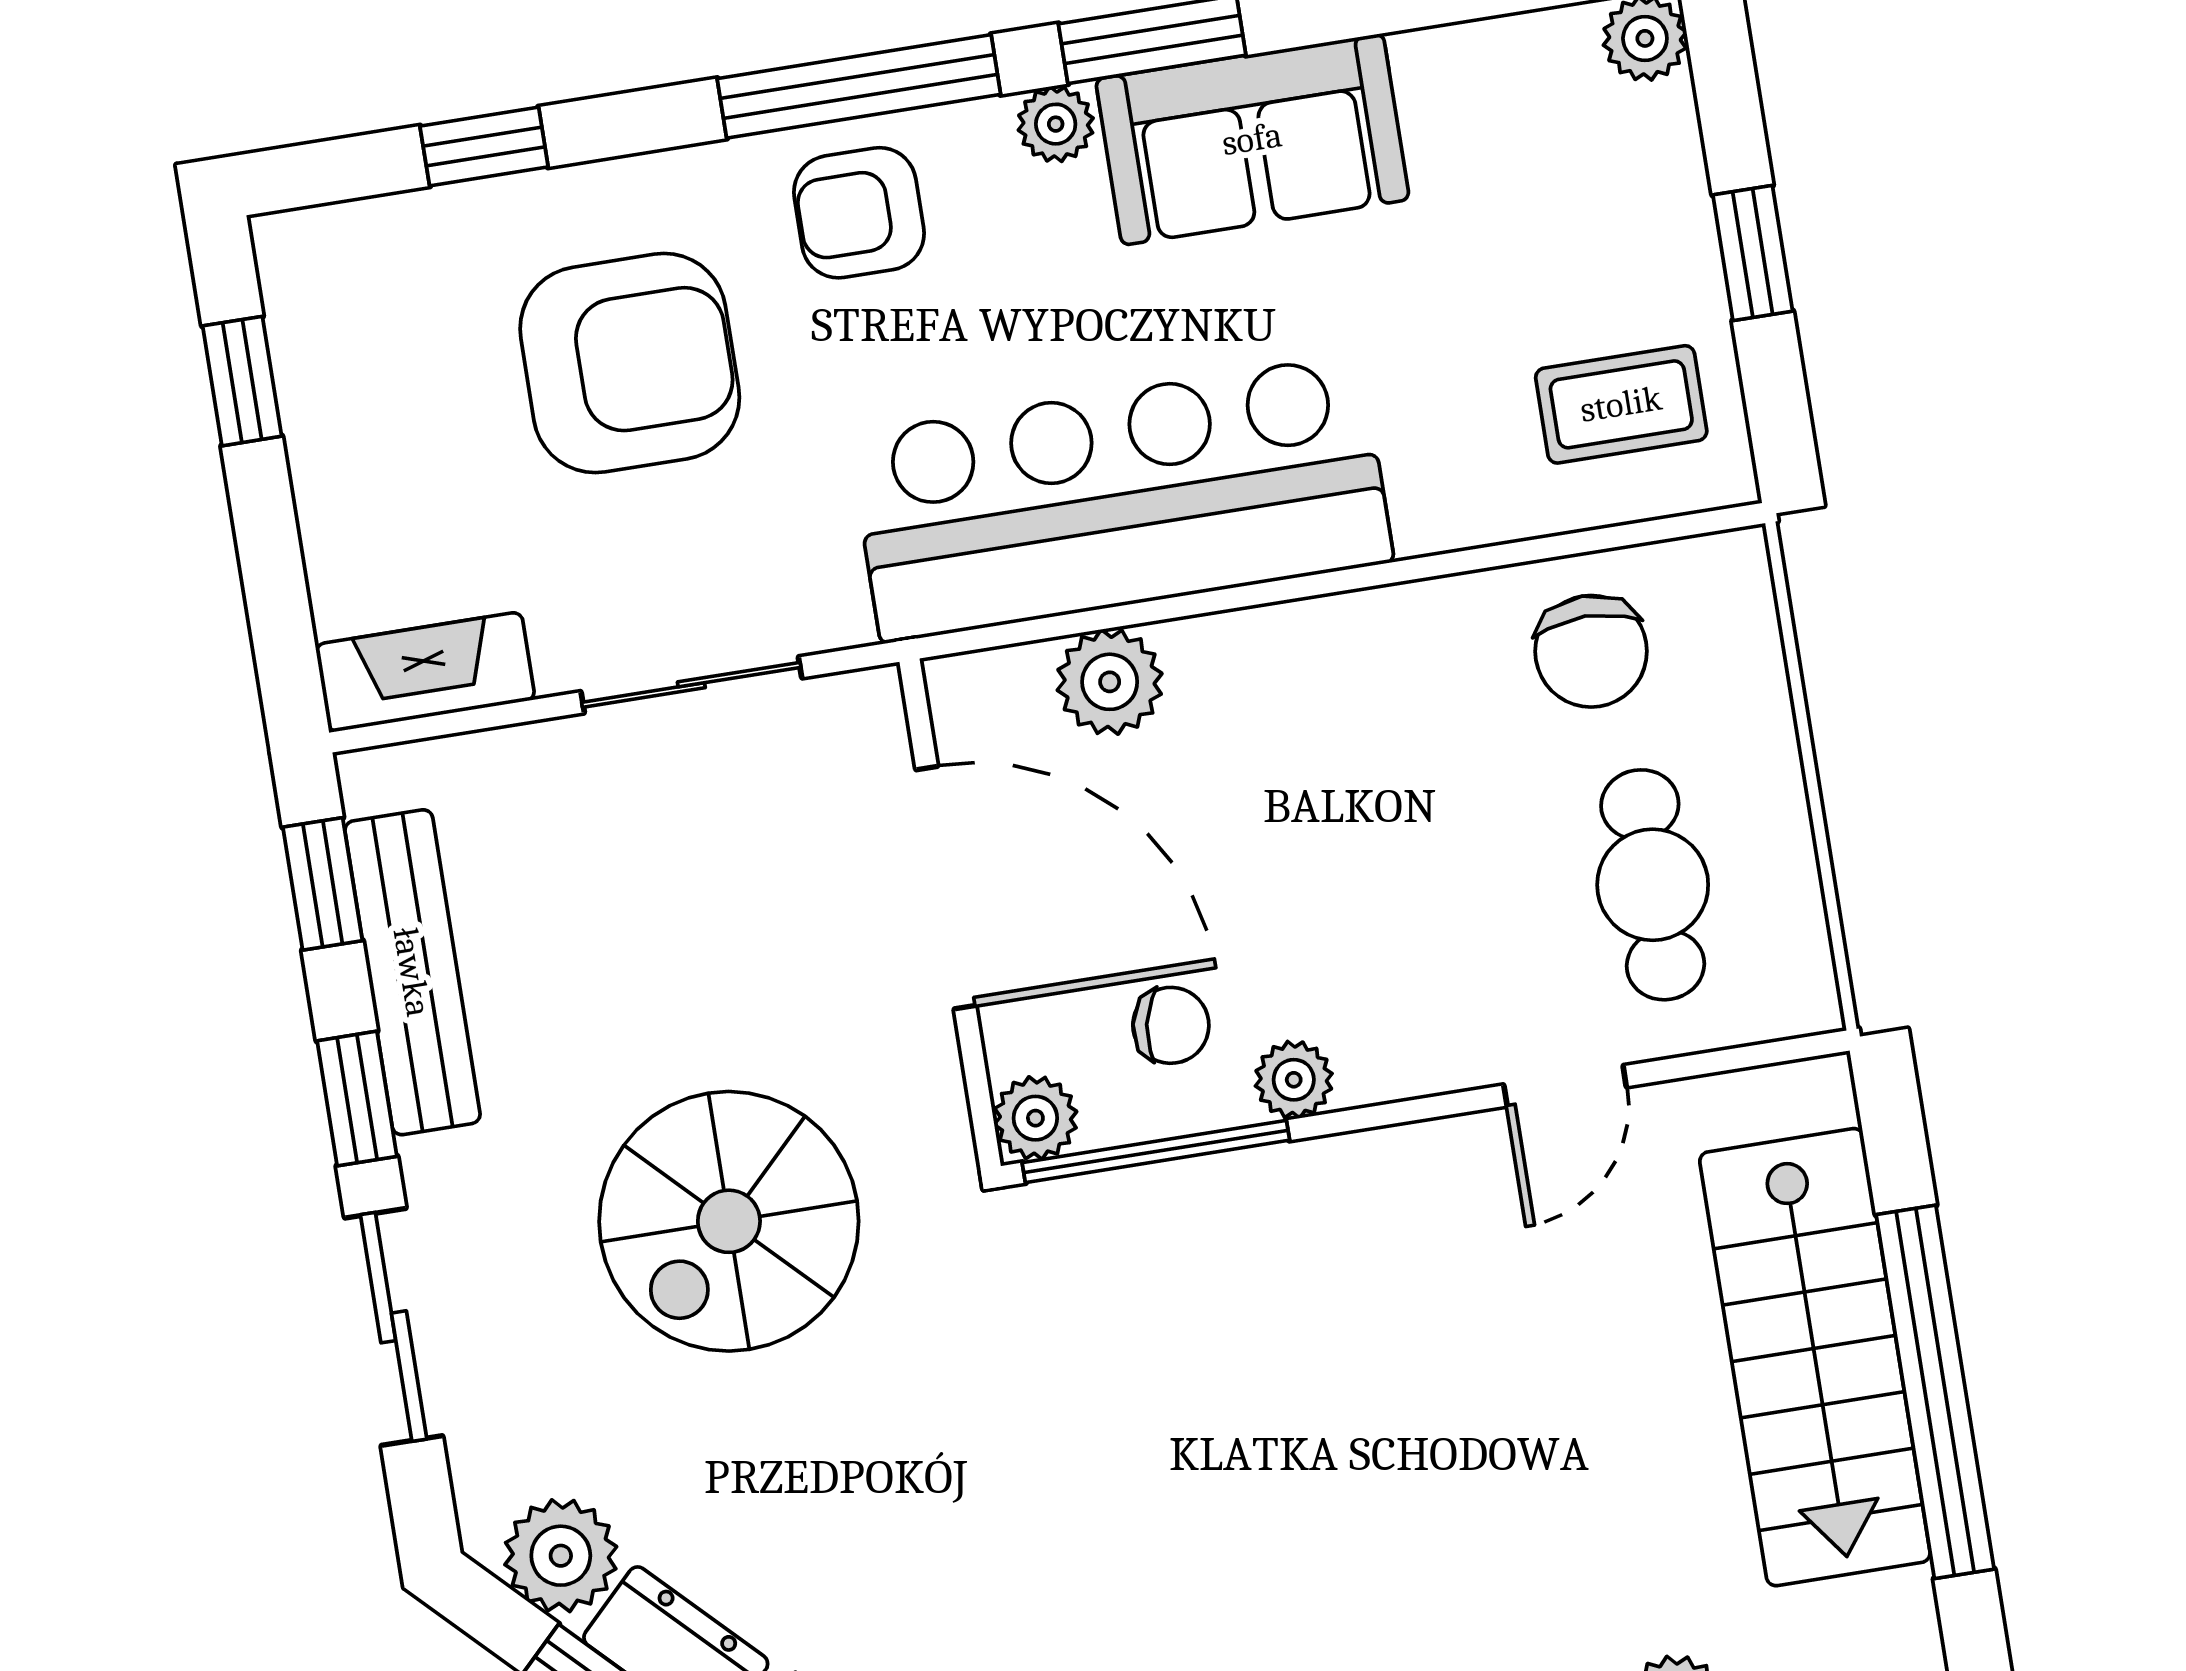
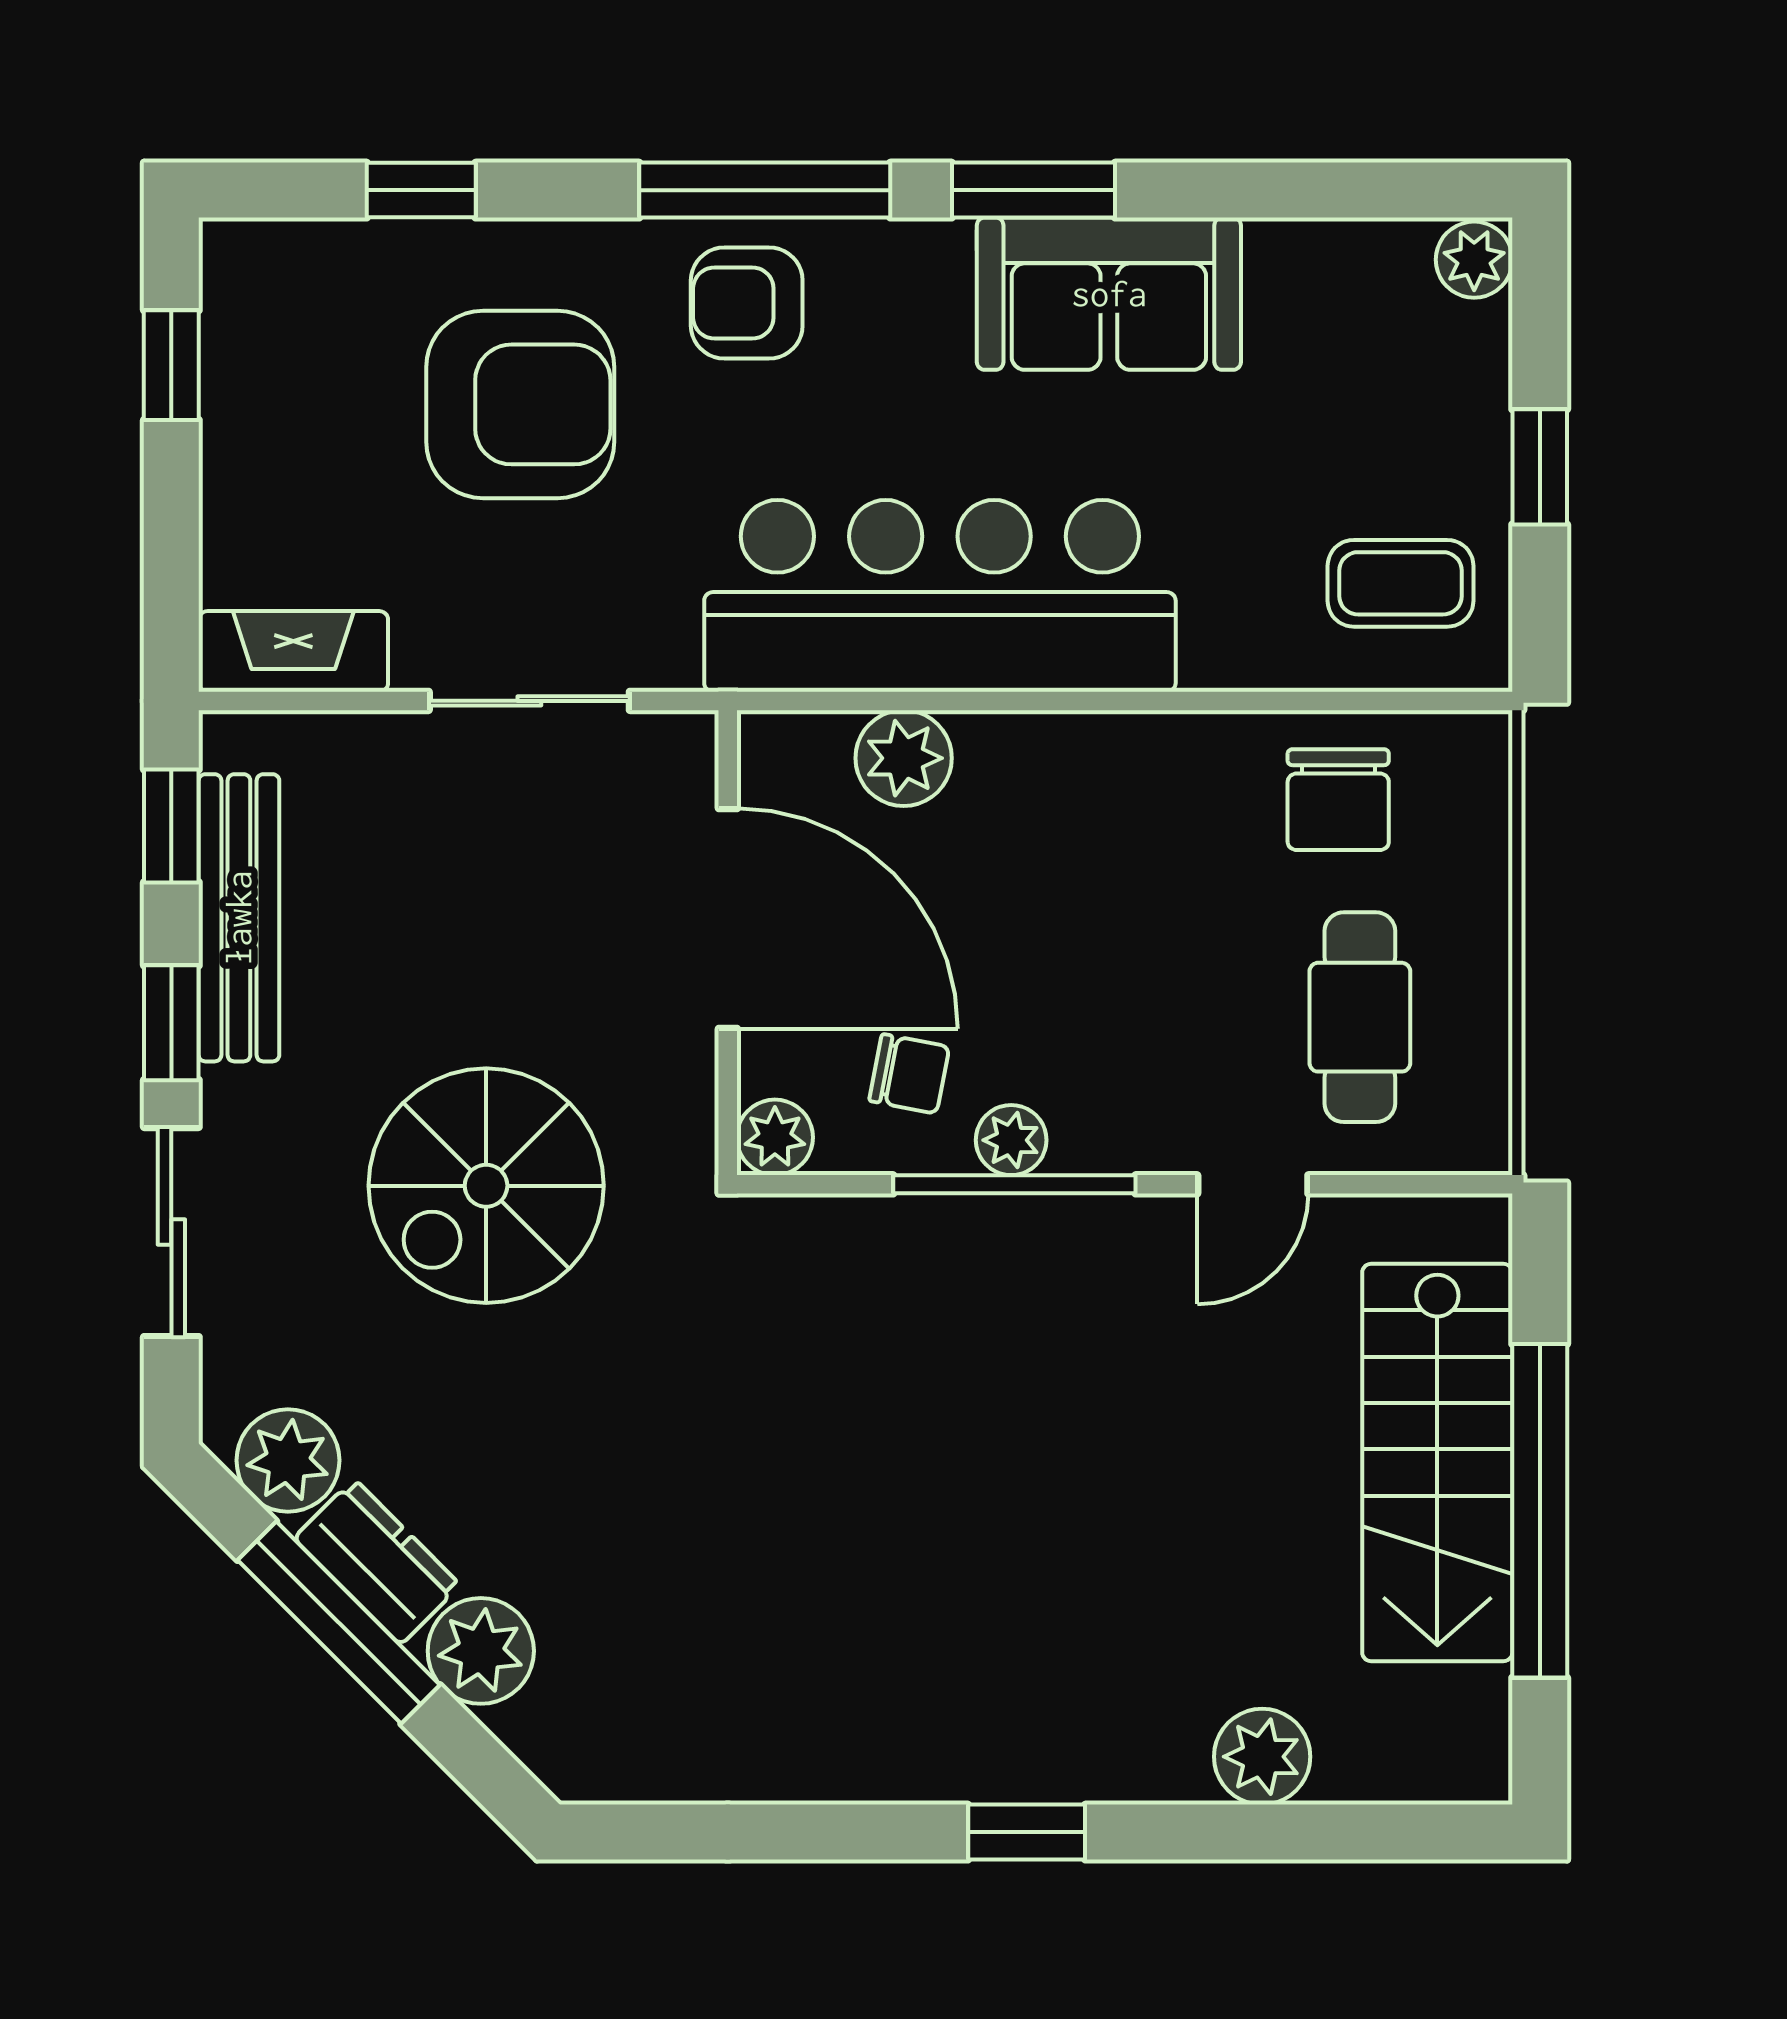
plant: (1056, 124) -> (935, 252), removed
window: (1156, 1151) -> (1014, 1184), moved

